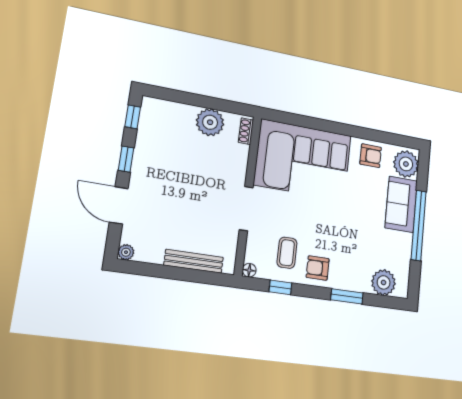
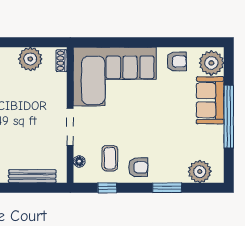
armchair: (318, 268) -> (138, 167), turned 180
floor lamp: (249, 270) -> (79, 161), moved

